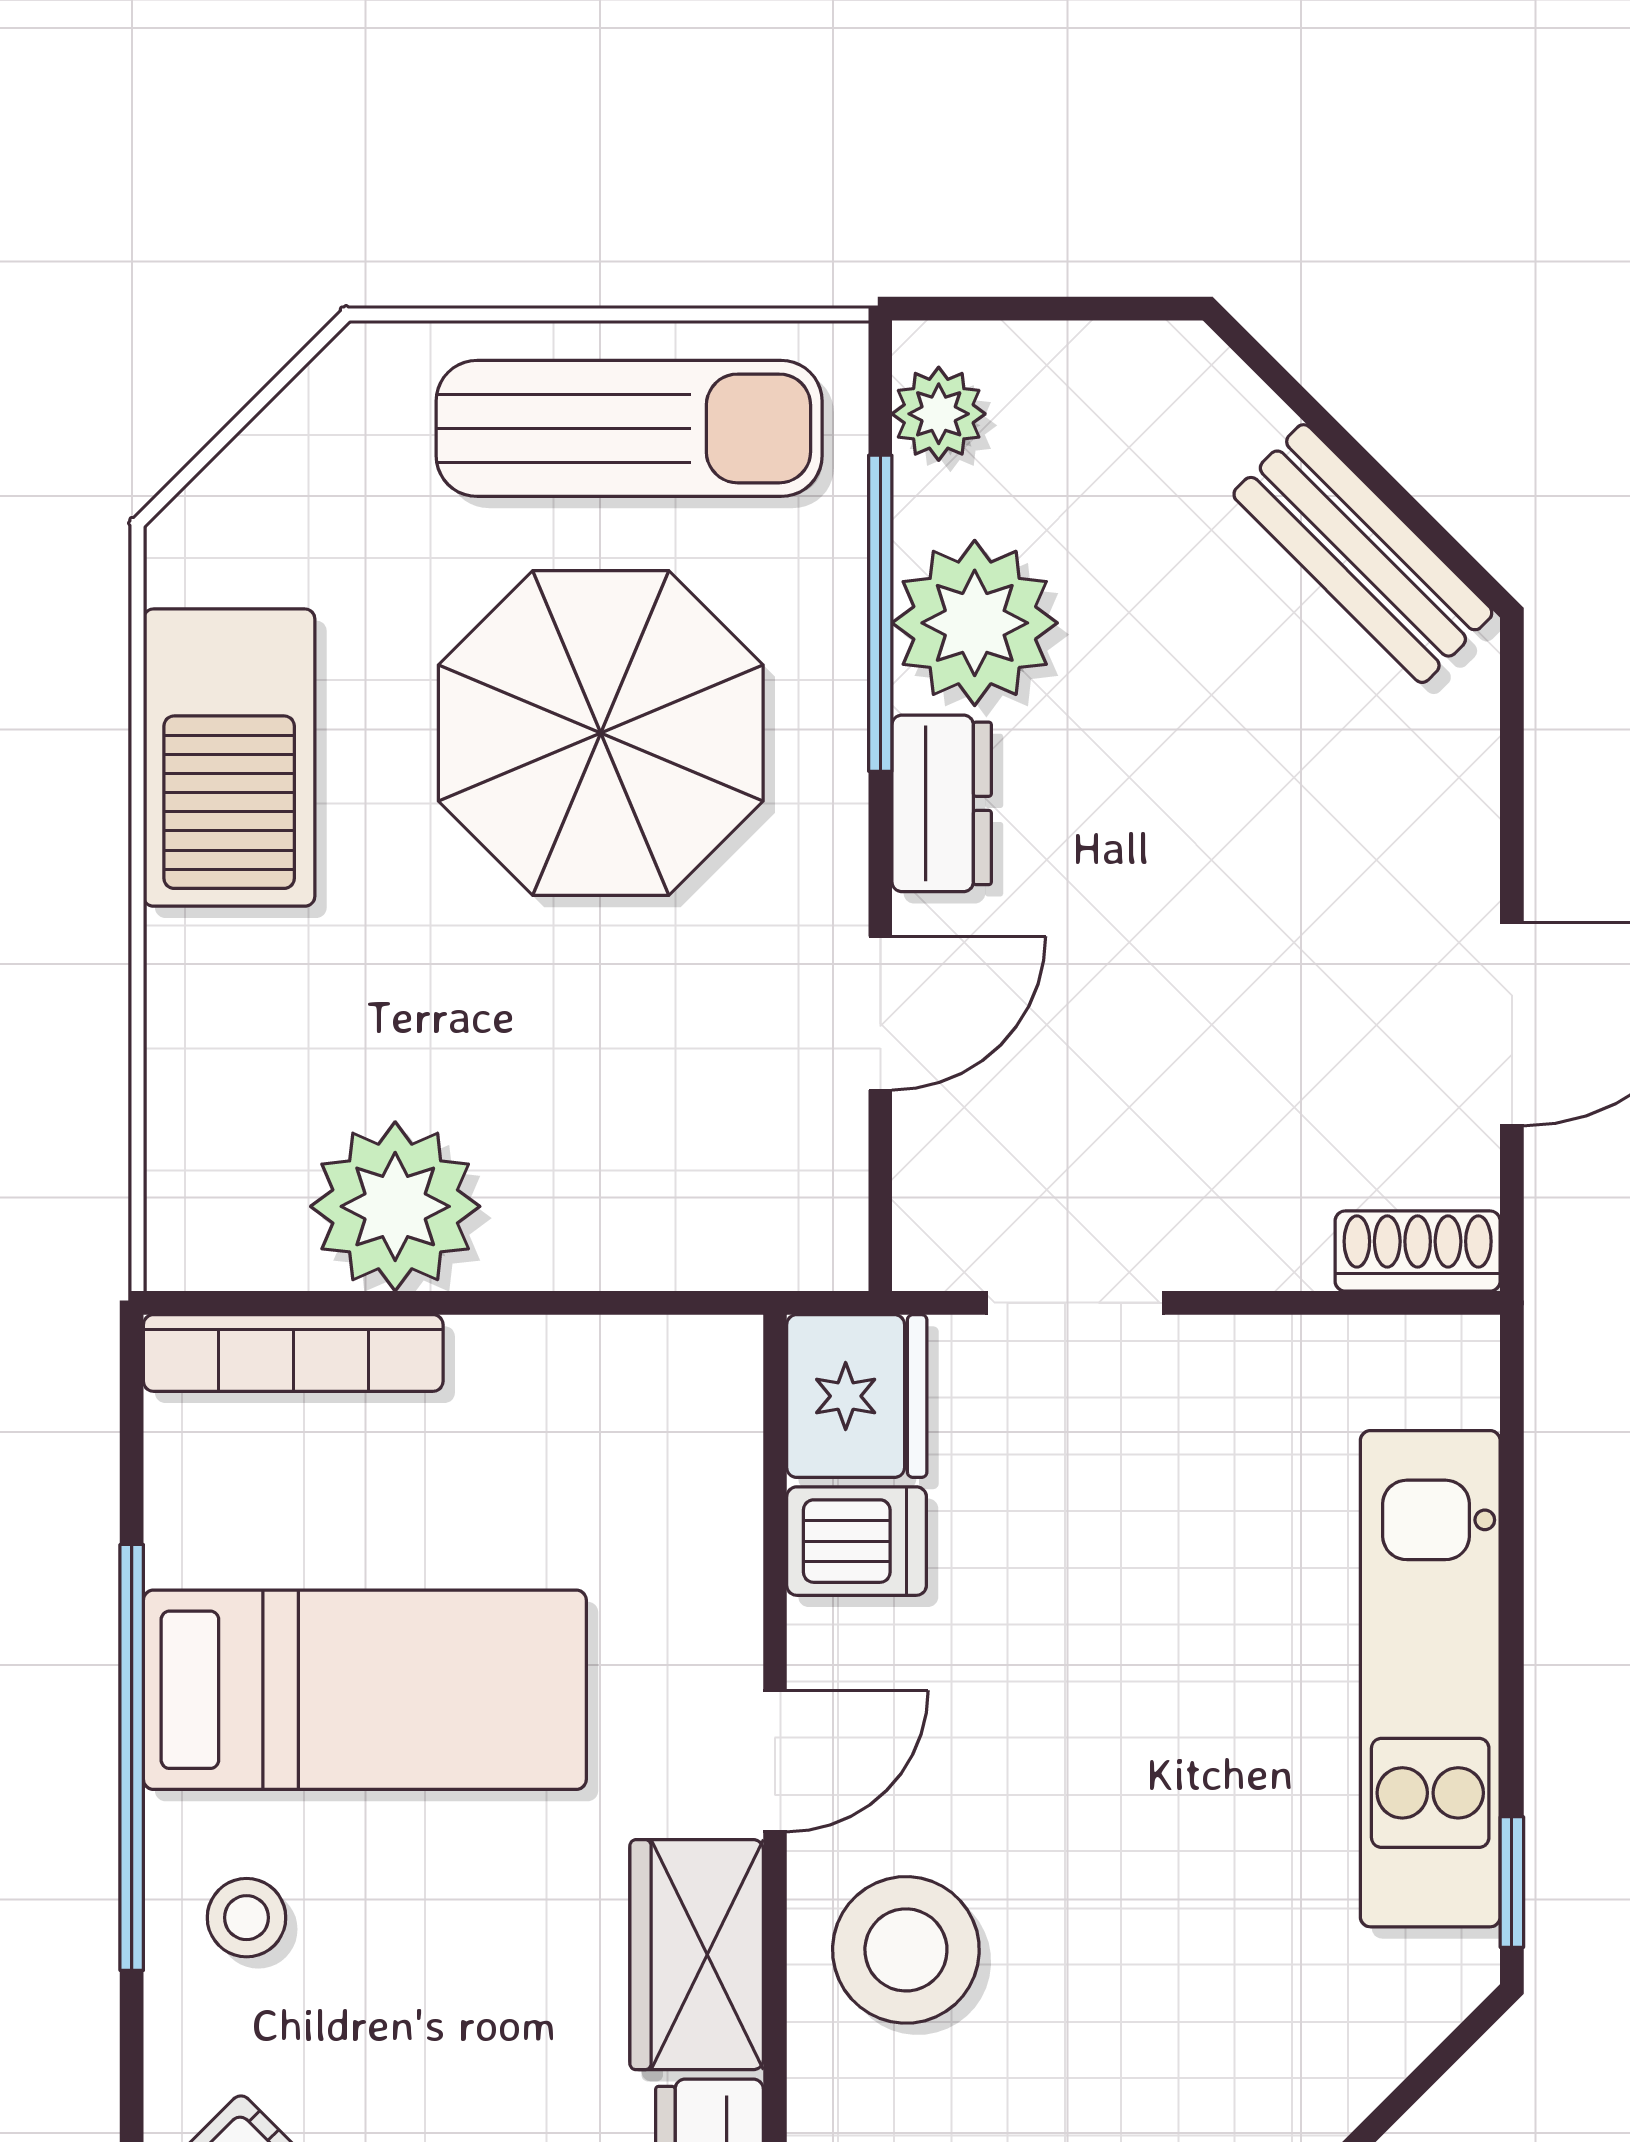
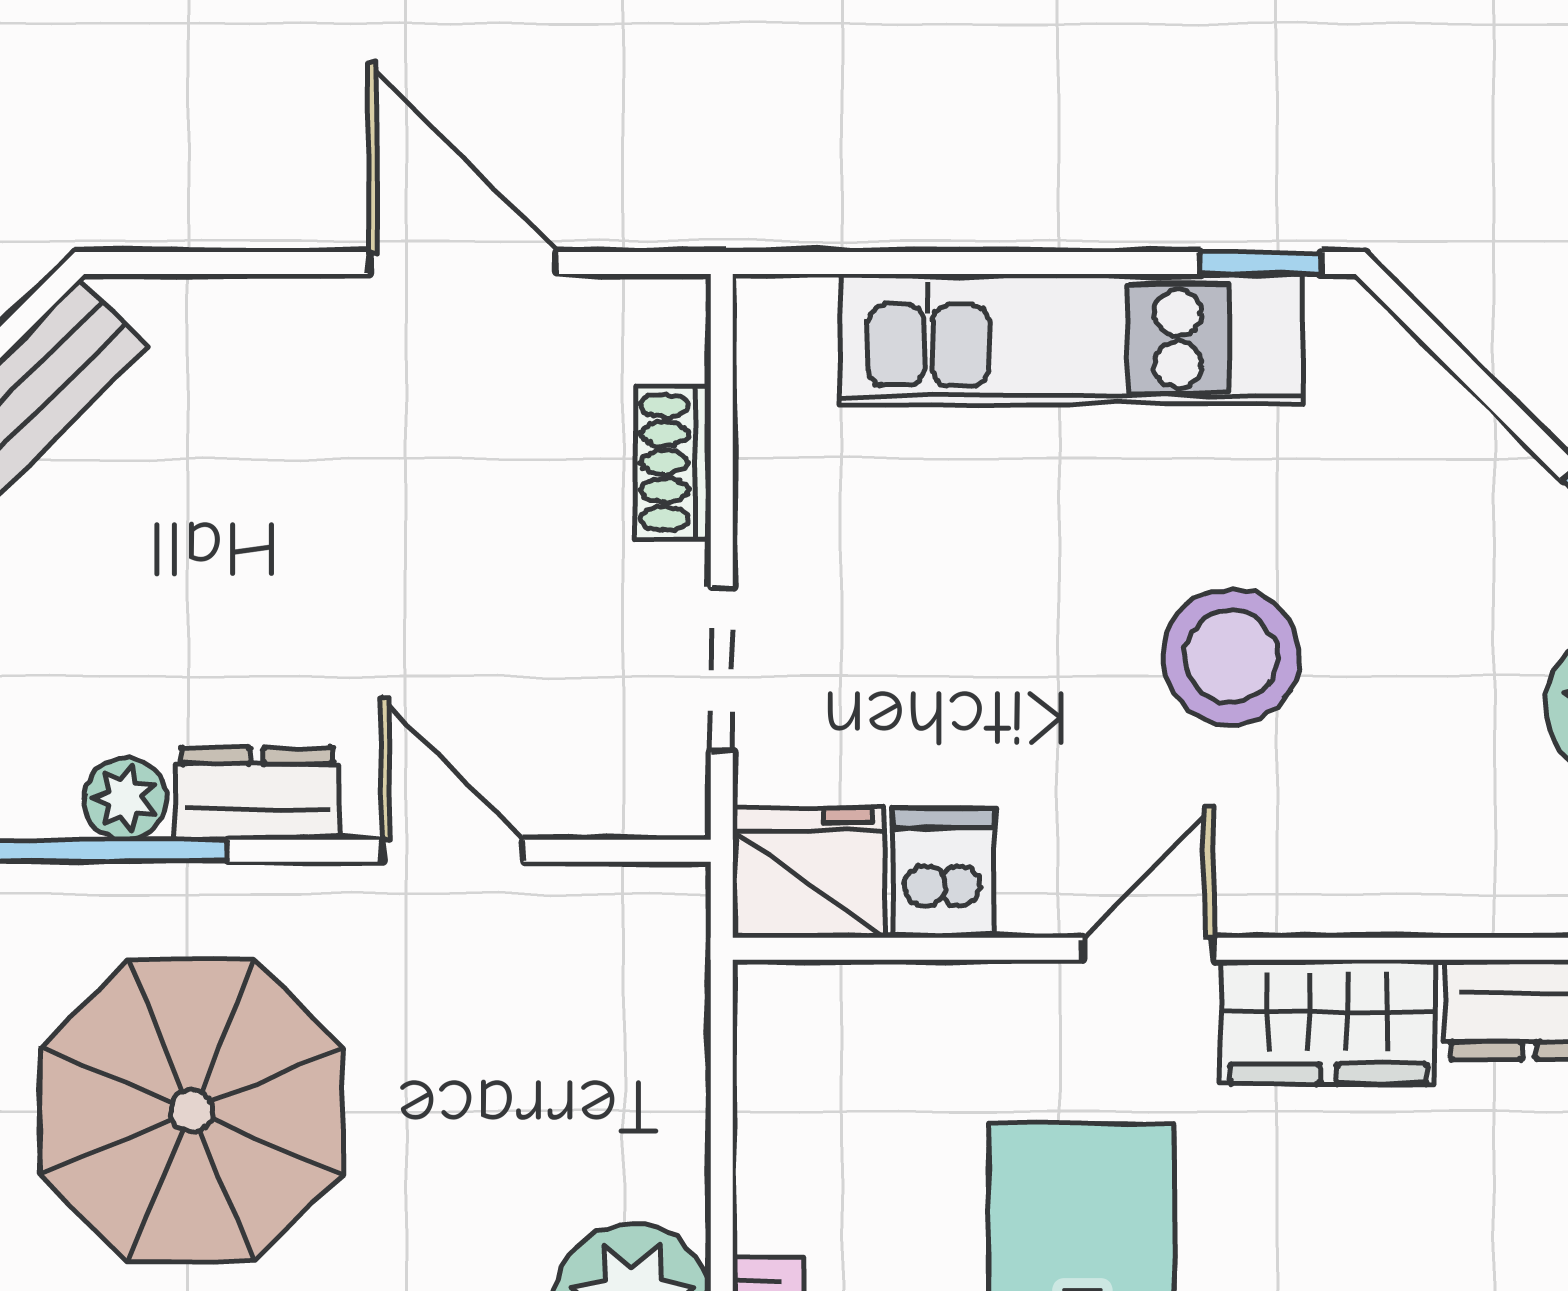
plant: (975, 623) -> (125, 799), width x0.53, depth x0.53
shoe rack: (1418, 1251) -> (673, 462), moved
door: (775, 1761) -> (1148, 949), hinge flipped
stool: (906, 1950) -> (1231, 657), moved

